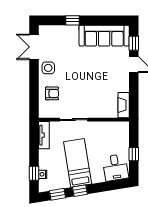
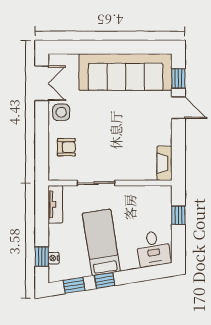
window: (72, 20) -> (94, 47), removed
sofa: (104, 36) -> (126, 72), width x1.36, depth x1.27
double door: (34, 47) -> (42, 83), swing flipped
window: (134, 154) -> (178, 215), moved

